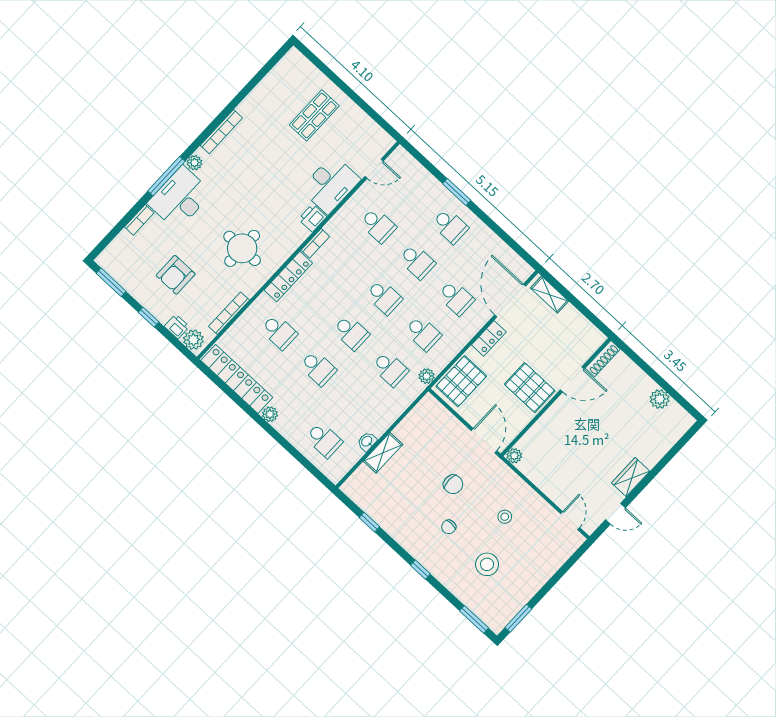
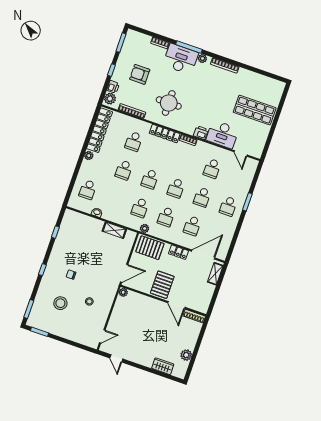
shop shelf: (314, 115) -> (255, 110), width x1.43, depth x1.36
shelving: (383, 453) -> (114, 230), moved
wardrobe: (631, 477) -> (163, 366), moved
chair: (453, 484) -> (94, 267), removed

